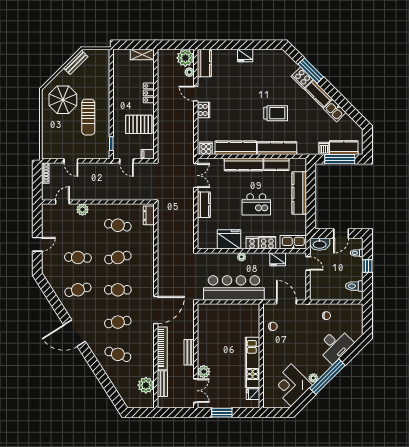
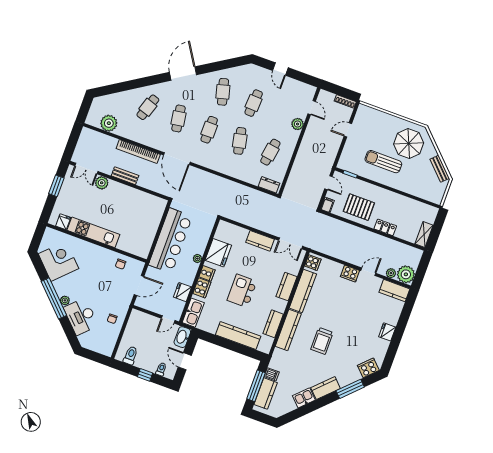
cooker: (302, 78) -> (368, 368), moved
pallet: (139, 124) -> (359, 207), turned 90
door: (127, 161) -> (328, 183), swing flipped
kitchen counter: (244, 165) -> (287, 287), width x0.67
plant: (313, 378) -> (65, 300), moved
bench: (162, 384) -> (105, 139), removed

